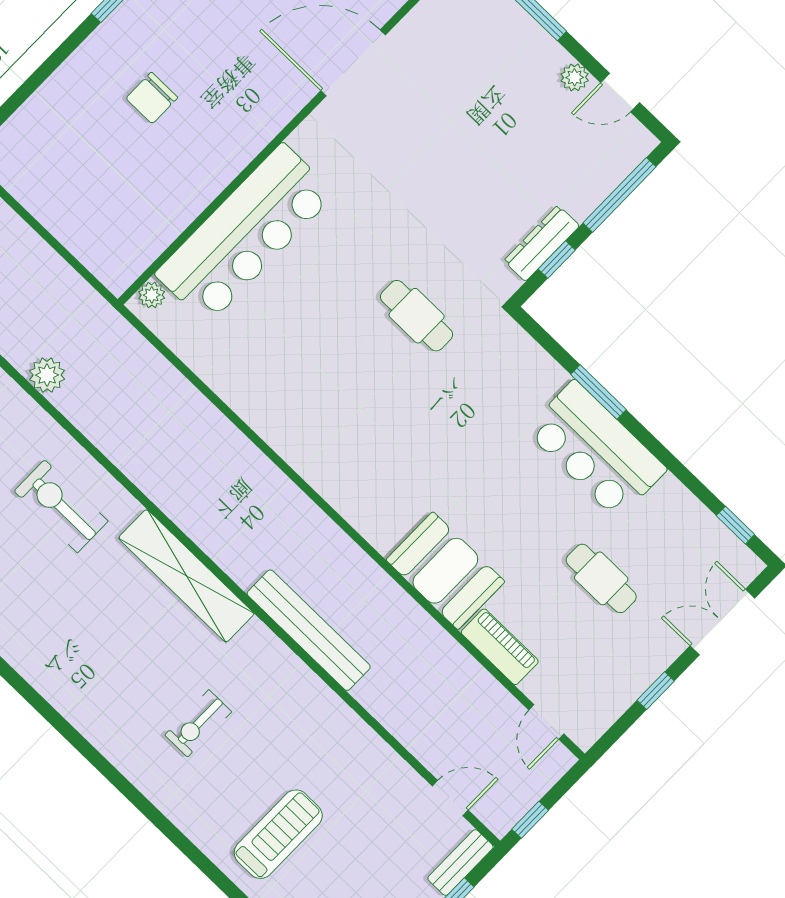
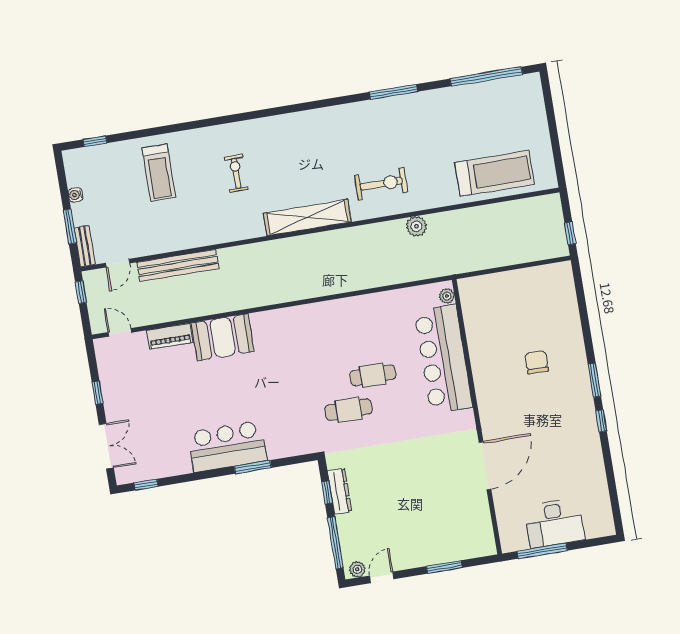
plant: (575, 77) -> (357, 569), moved
plant: (47, 375) -> (416, 226), moved
cafe table: (601, 578) -> (373, 375), moved
bench: (309, 630) -> (178, 265), moved

